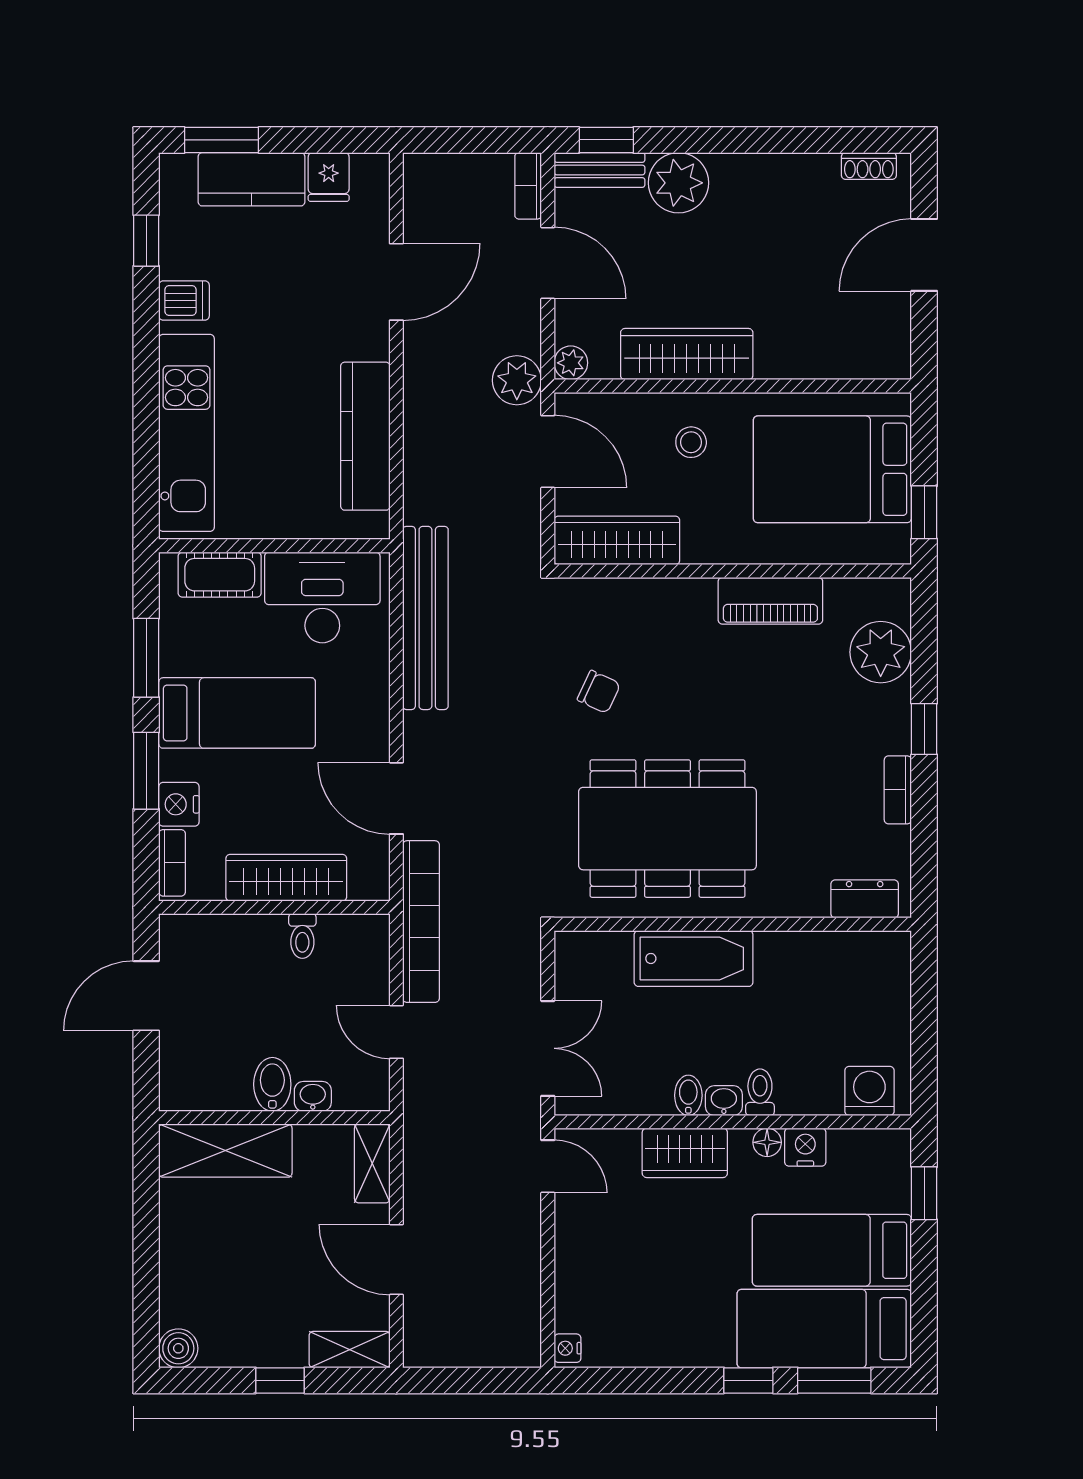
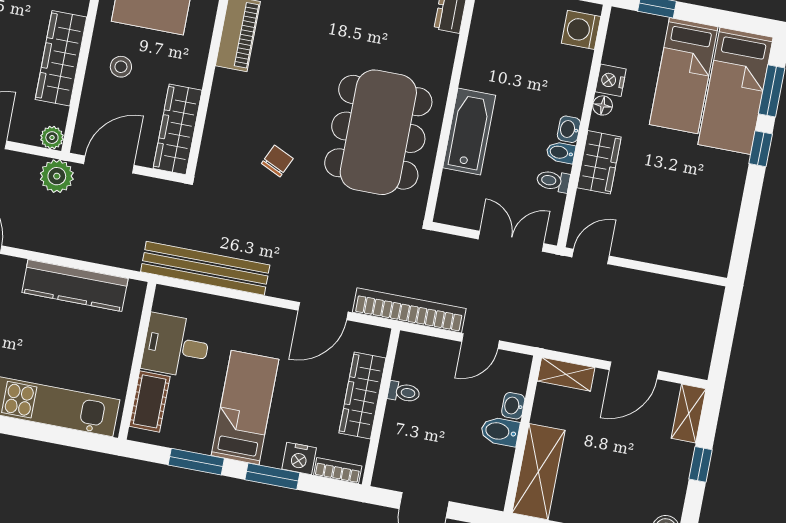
desk: (322, 597) -> (176, 346), width x0.73
toilet: (760, 1092) -> (553, 181), moved
nightstand: (567, 1348) -> (716, 267), removed

